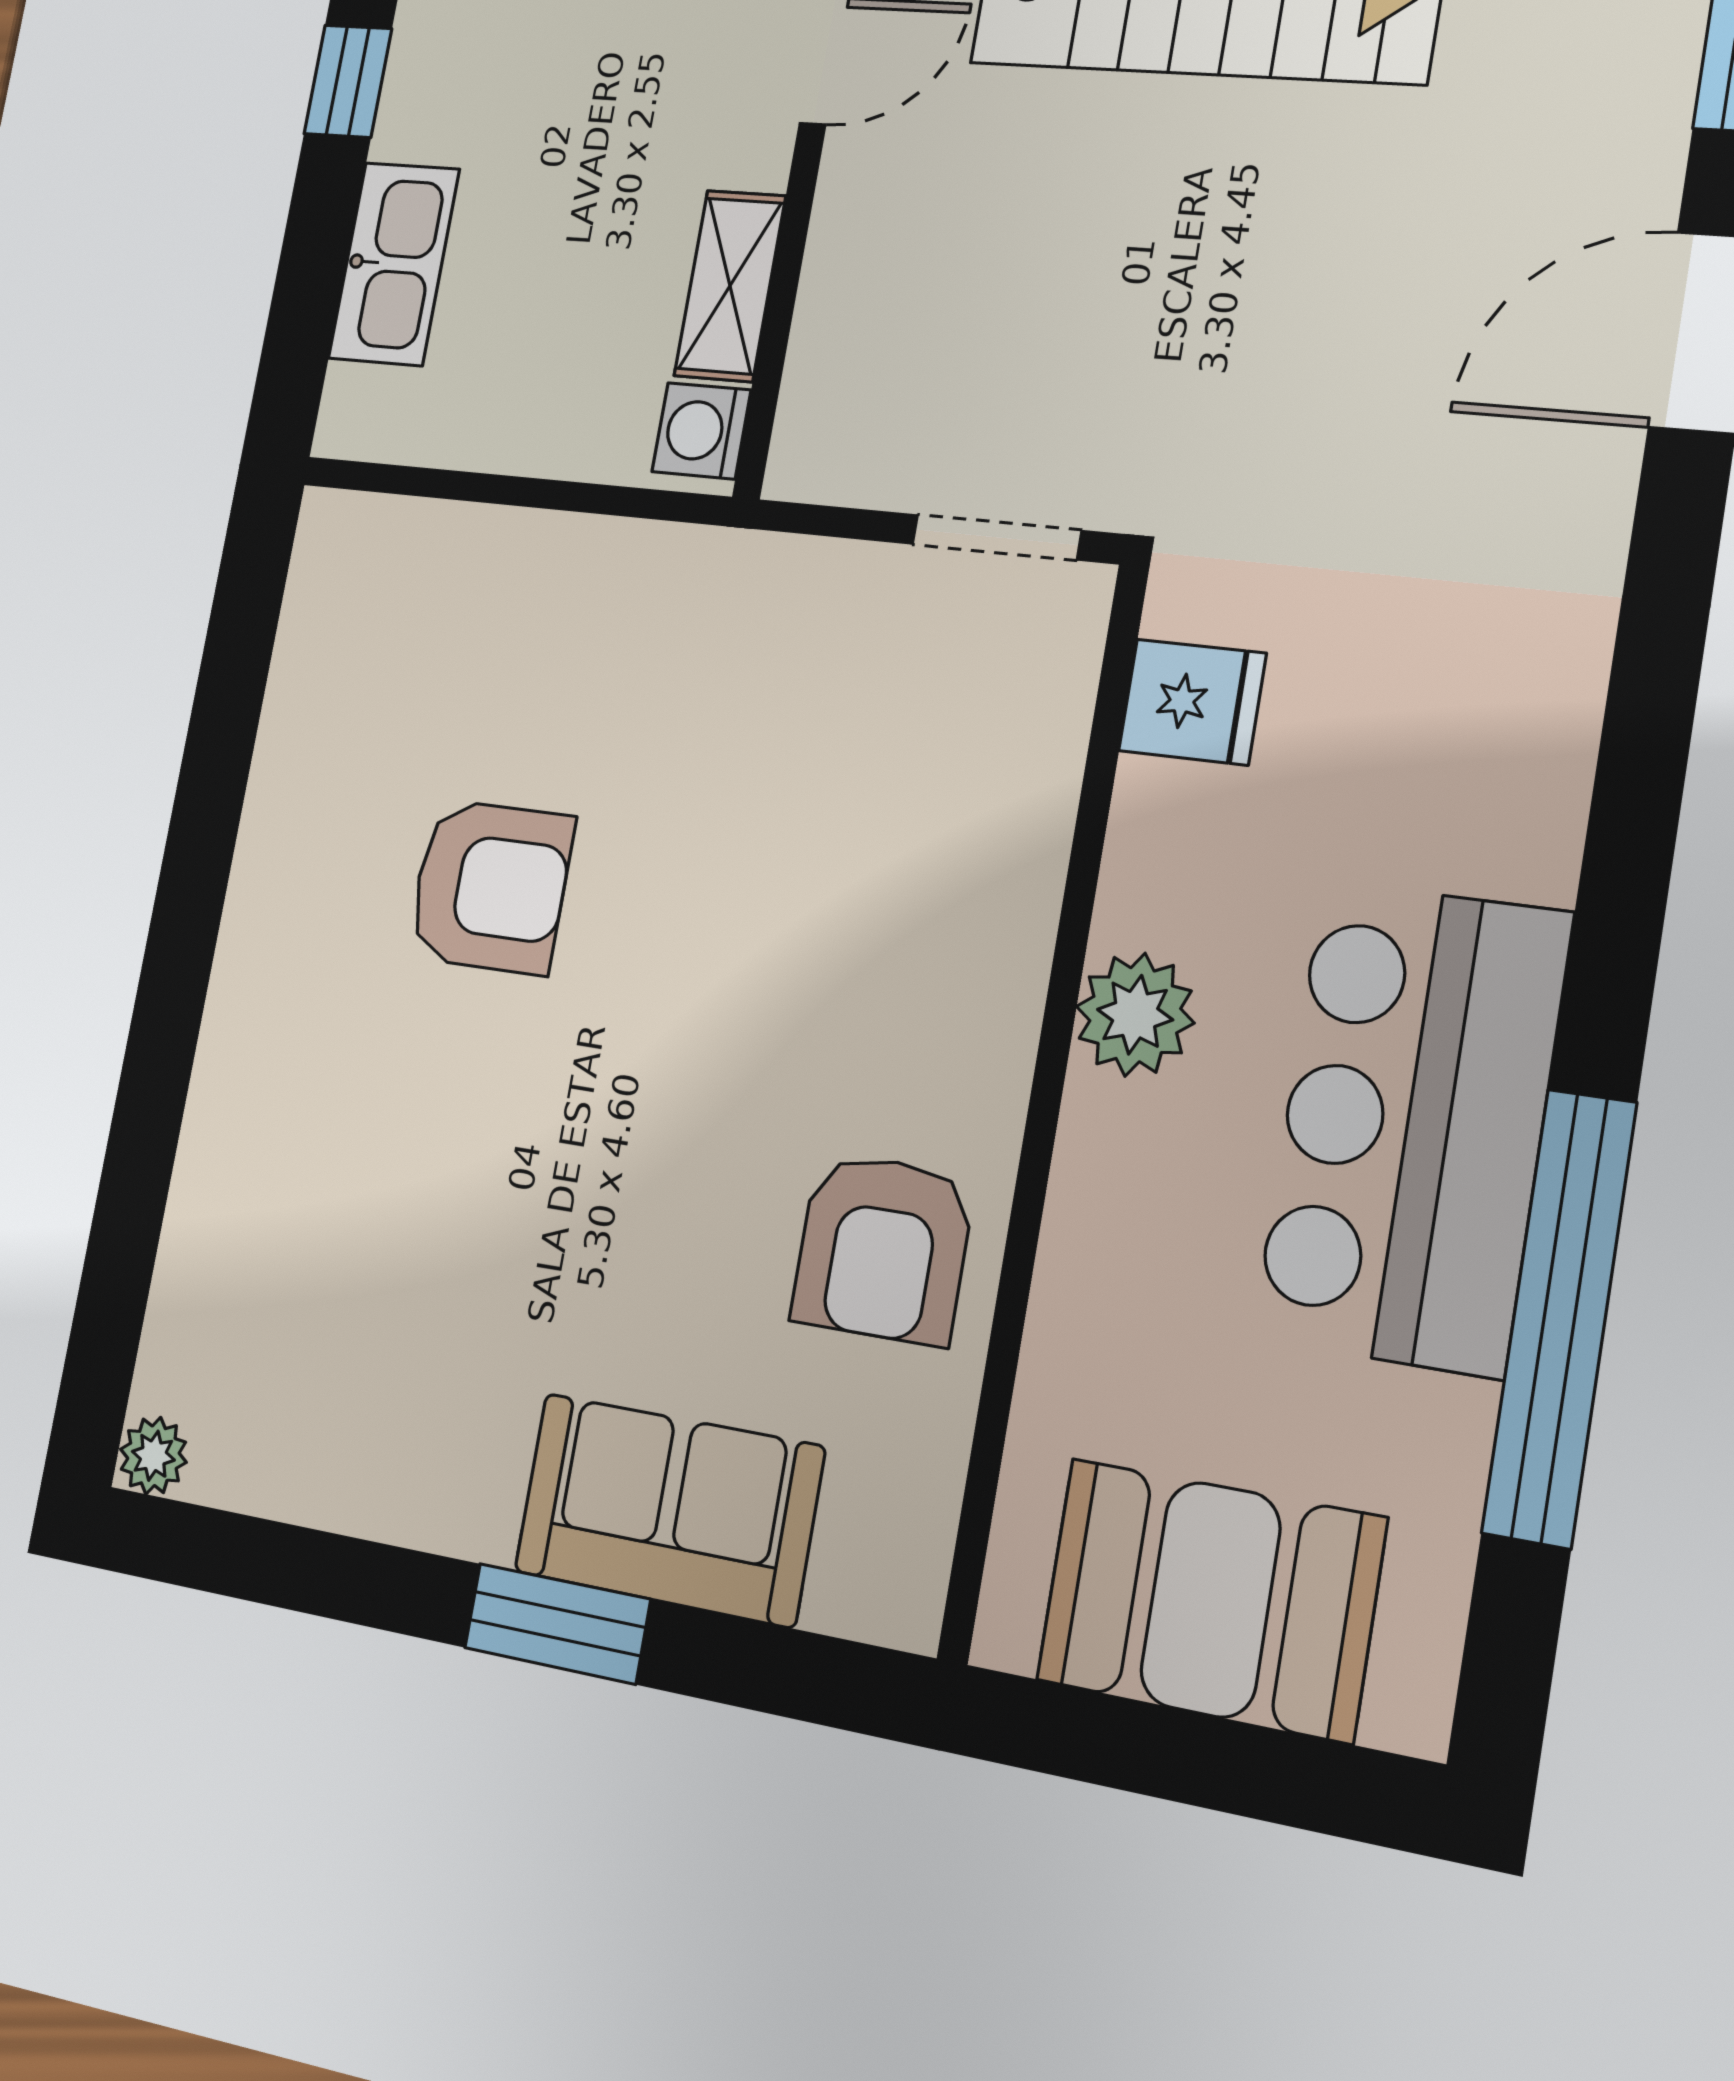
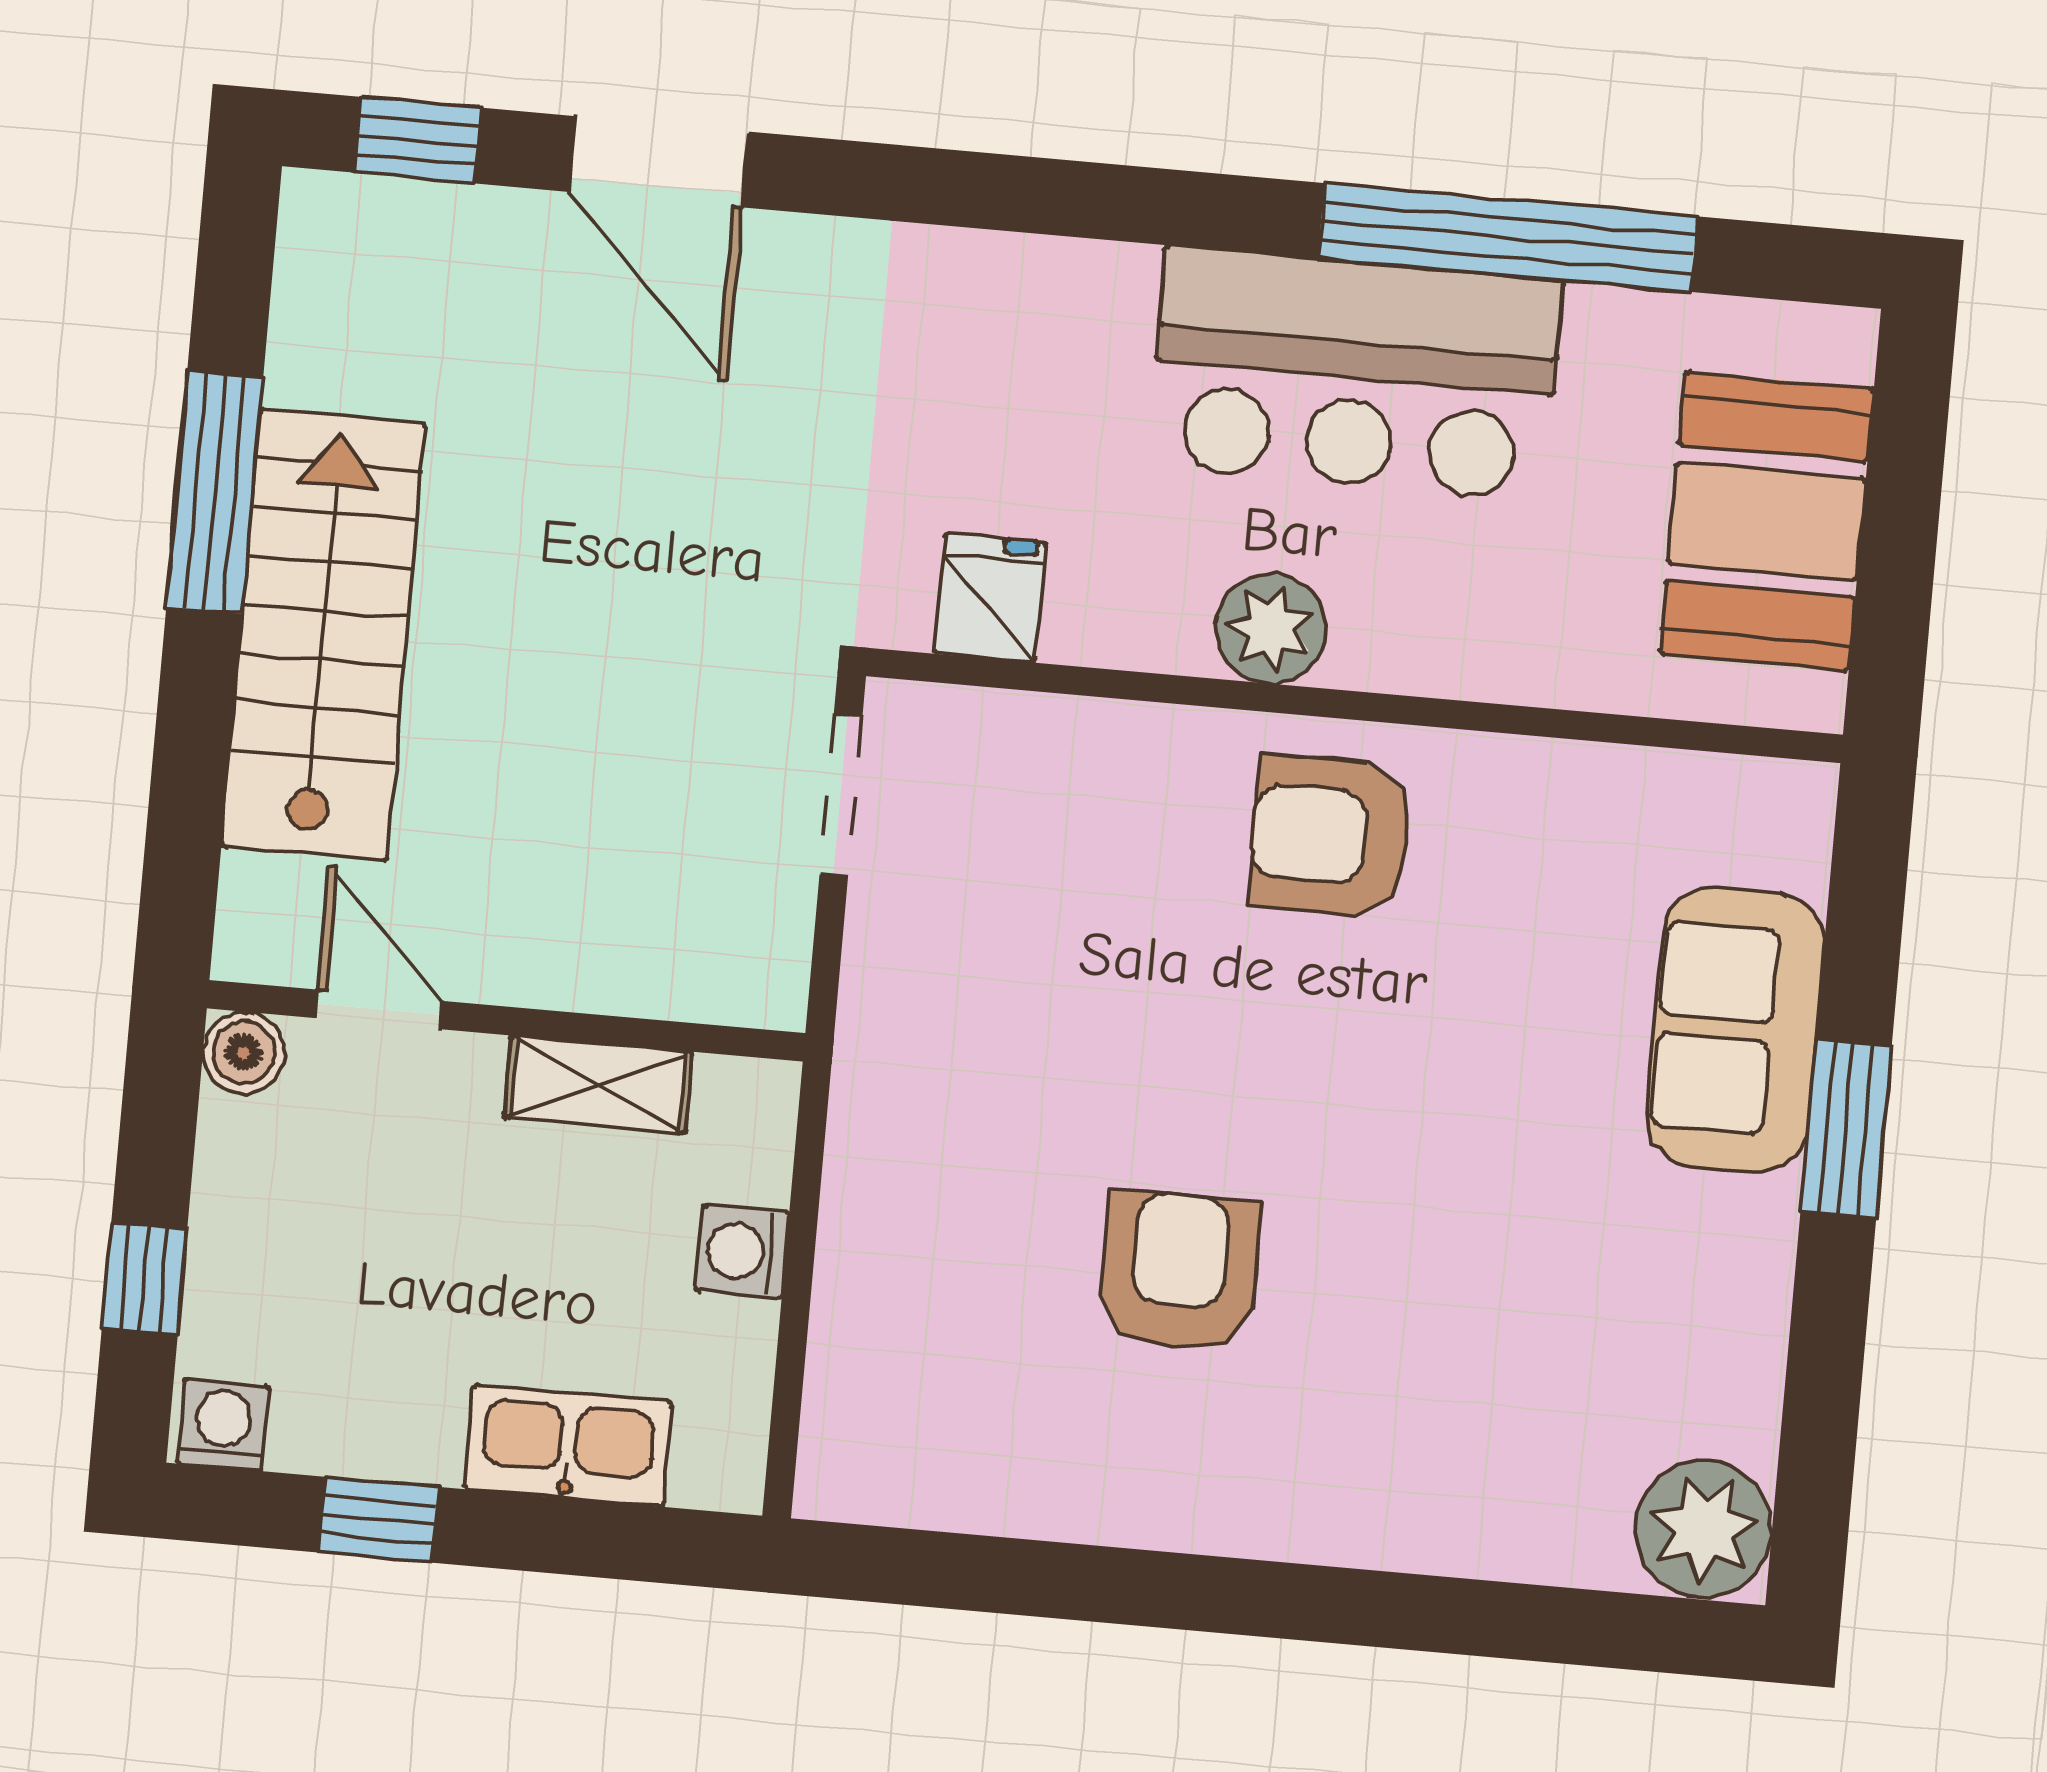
washing machine: (701, 431) -> (742, 1251), moved, turned 90
armchair: (883, 1248) -> (1331, 836), moved, turned 180
plant: (153, 1456) -> (1703, 1529), width x1.88, depth x1.88

